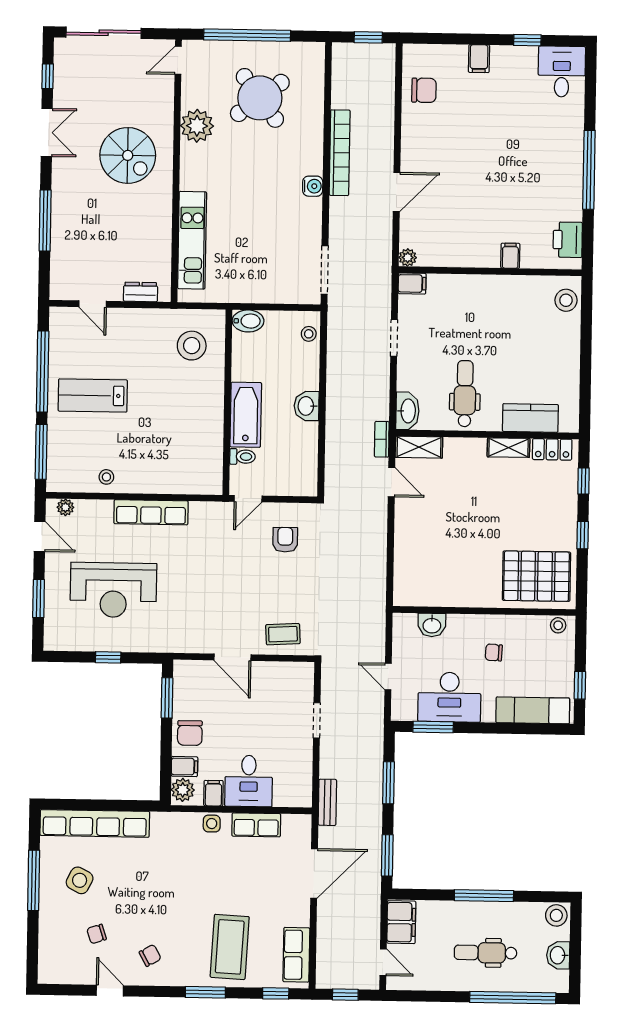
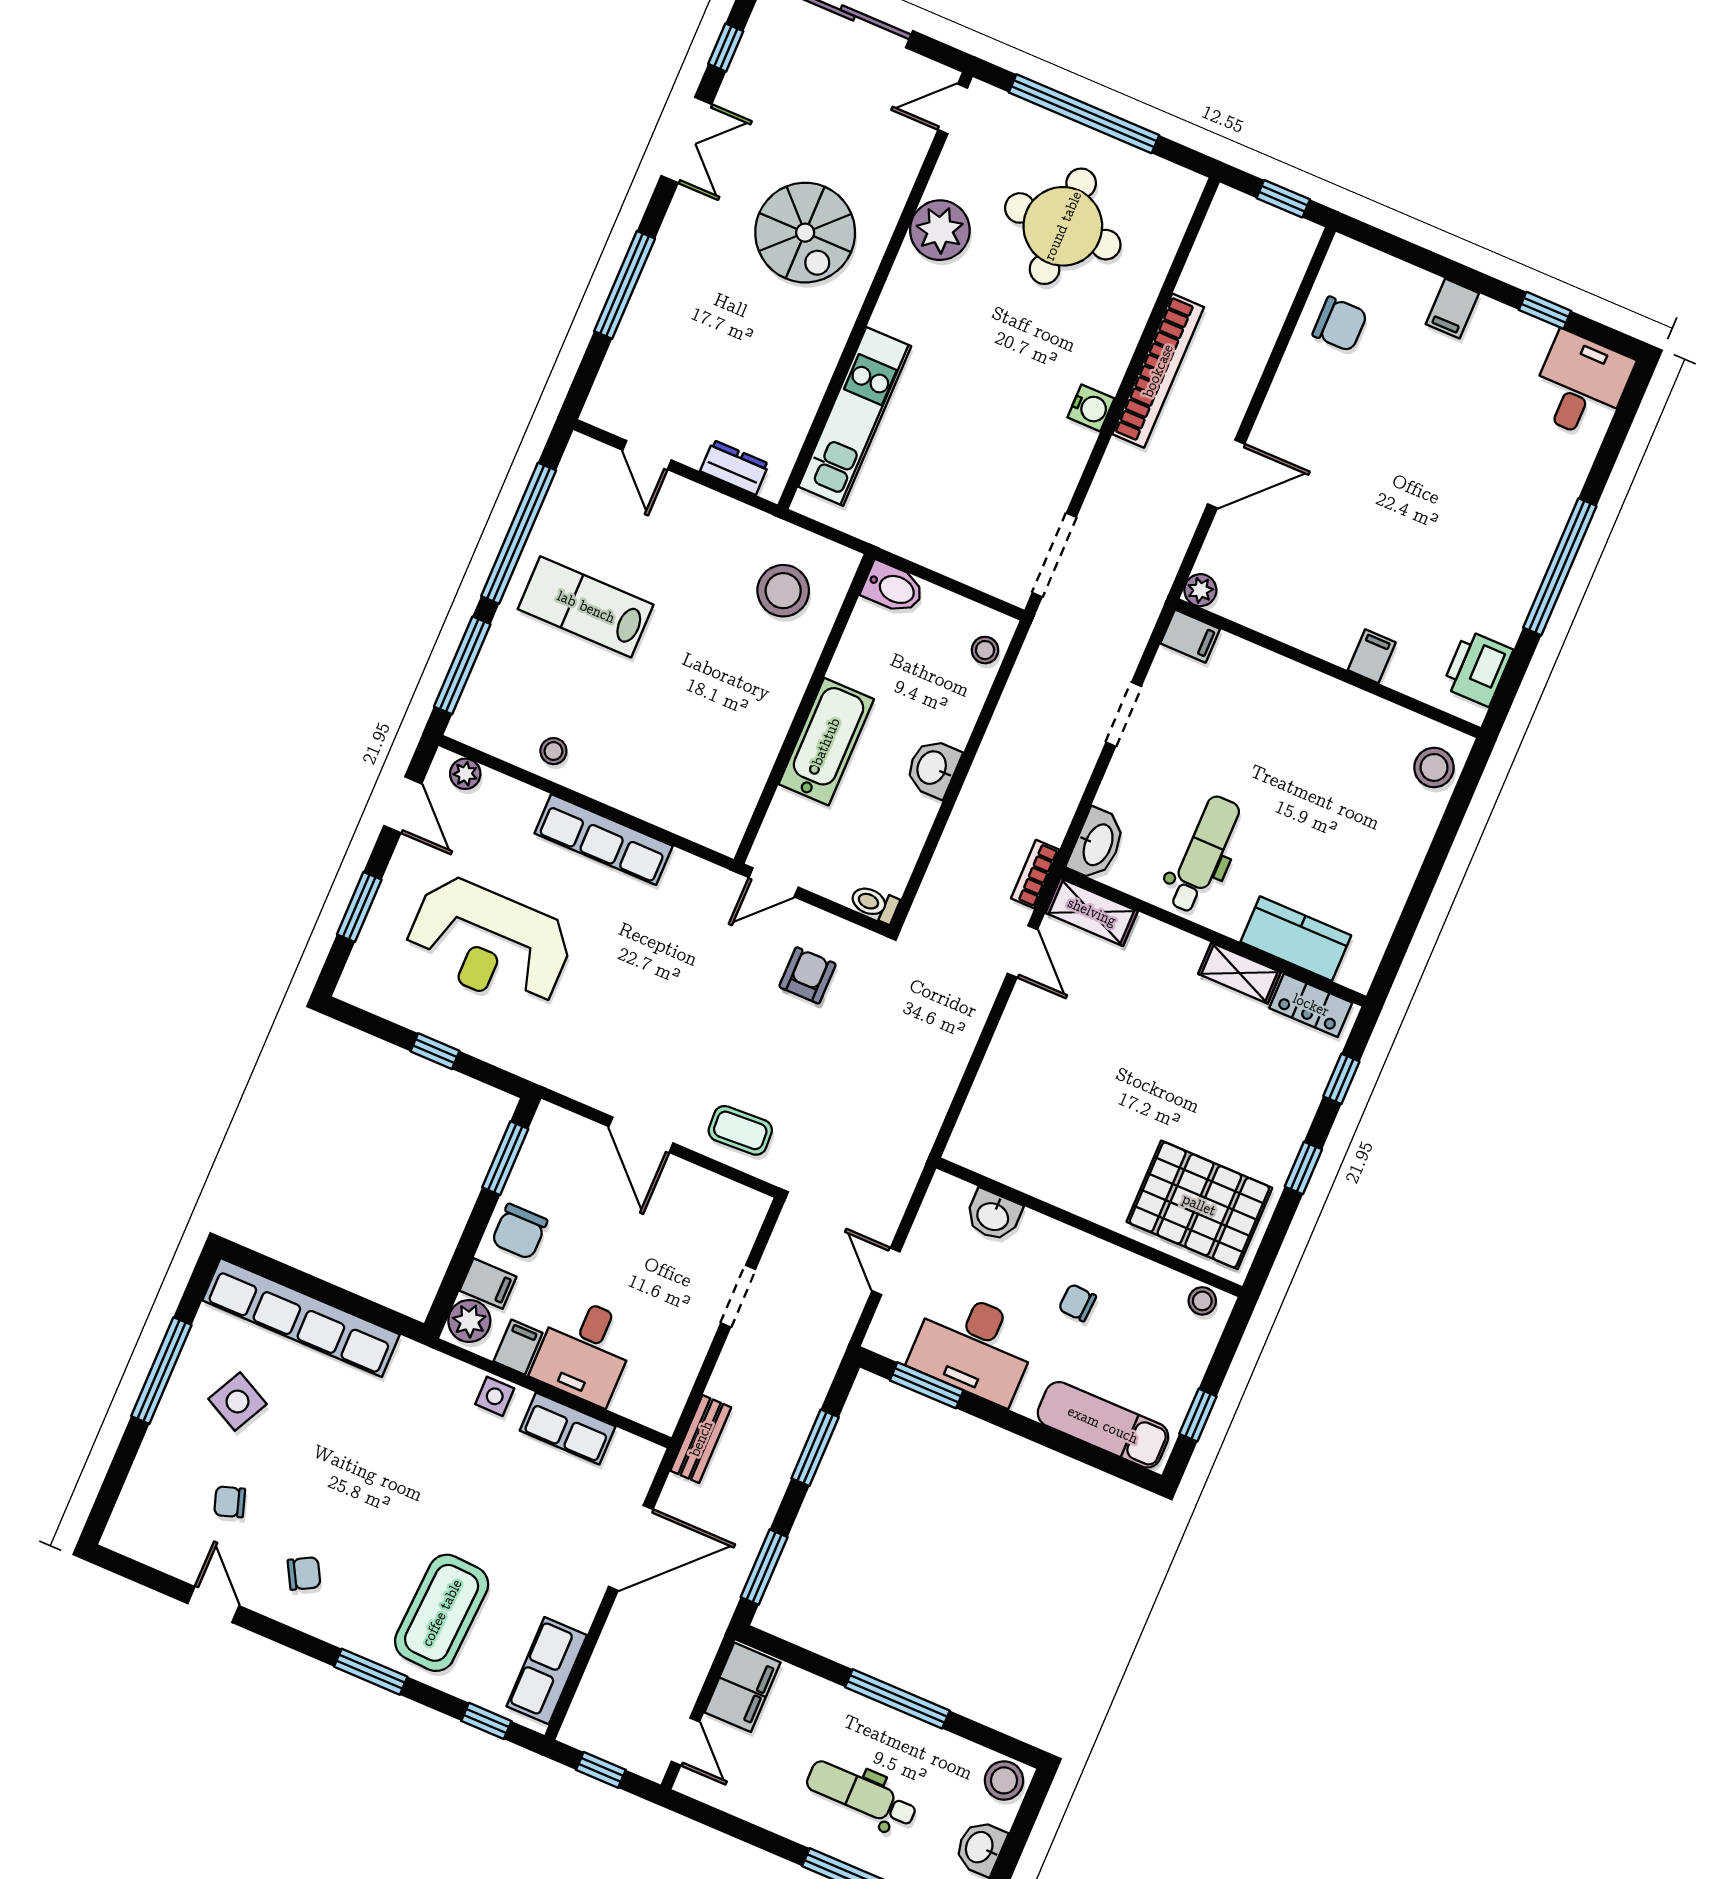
round table: (260, 98) -> (1063, 226), turned 37
toilet: (242, 457) -> (874, 904), moved, turned 180

